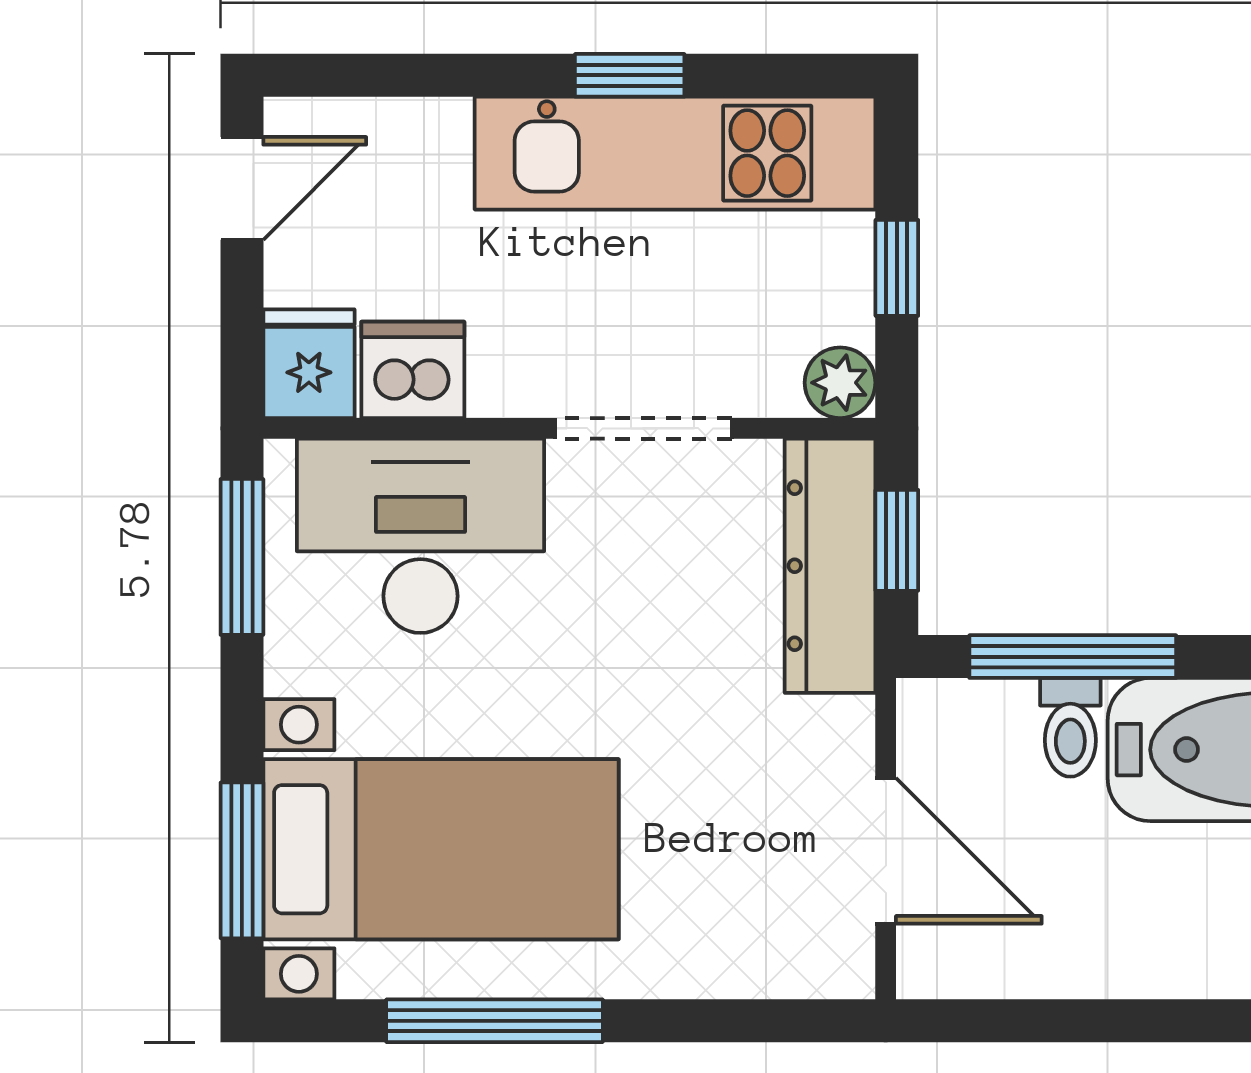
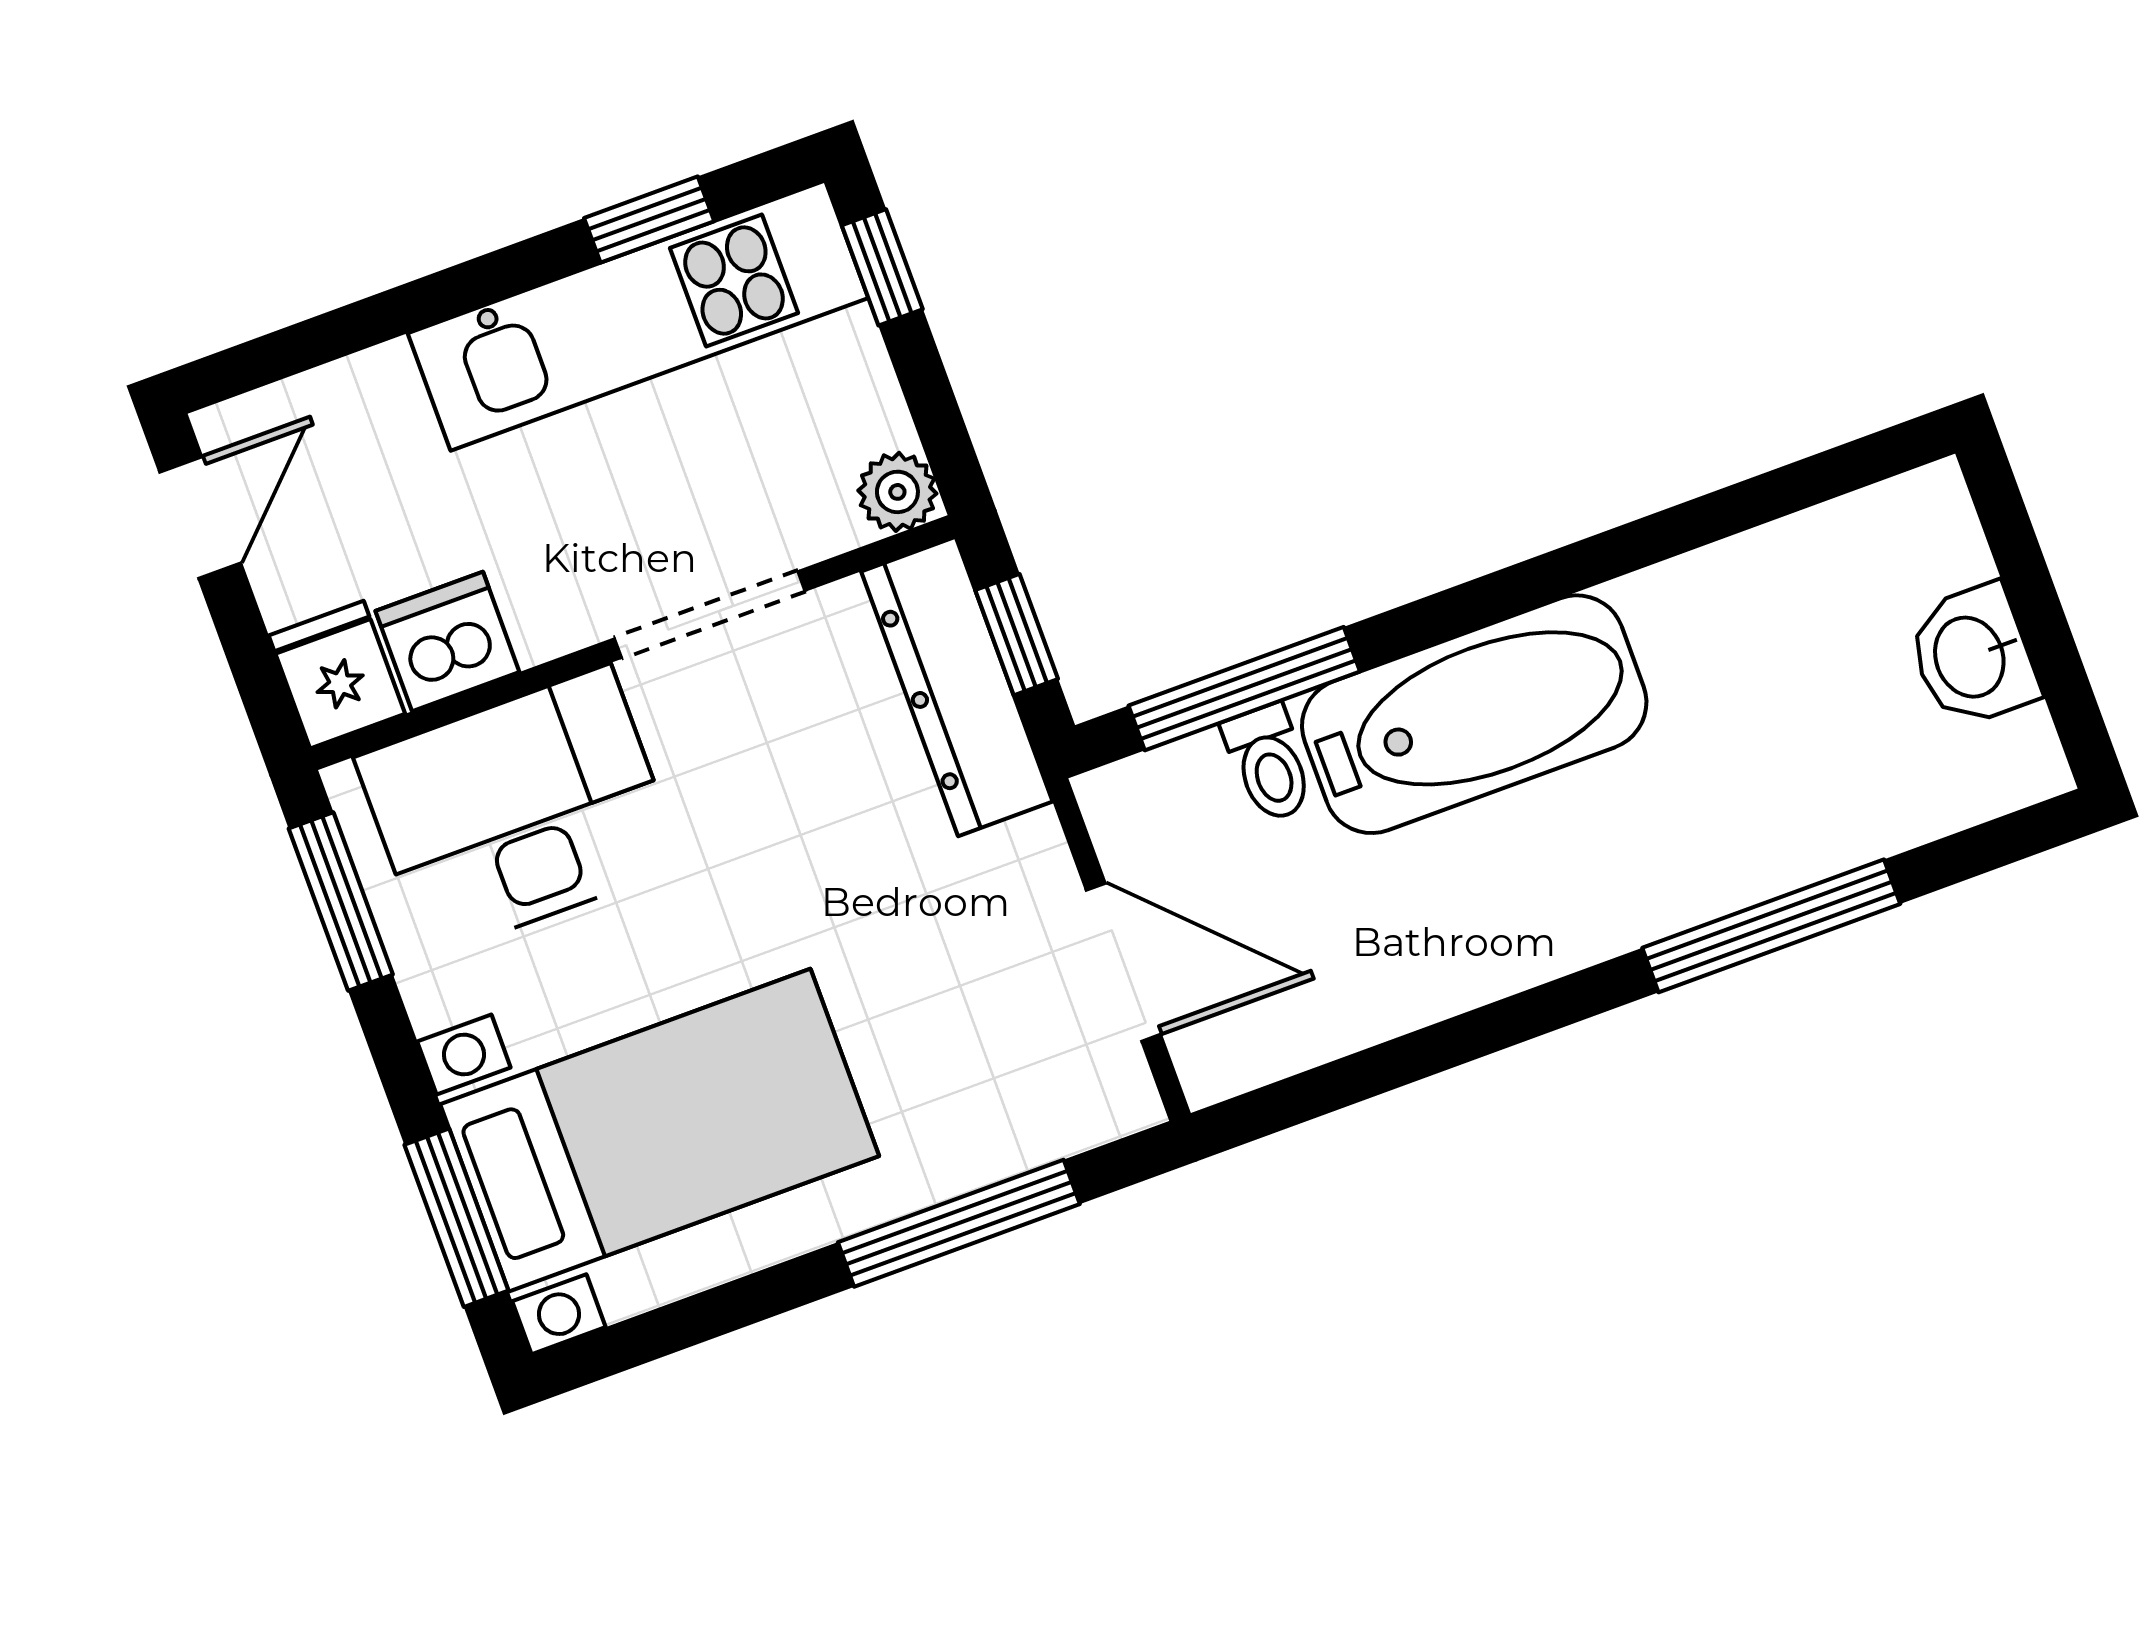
window: (630, 75) -> (649, 220), moved
window: (897, 268) -> (882, 267), moved
window: (494, 1021) -> (959, 1223), moved

